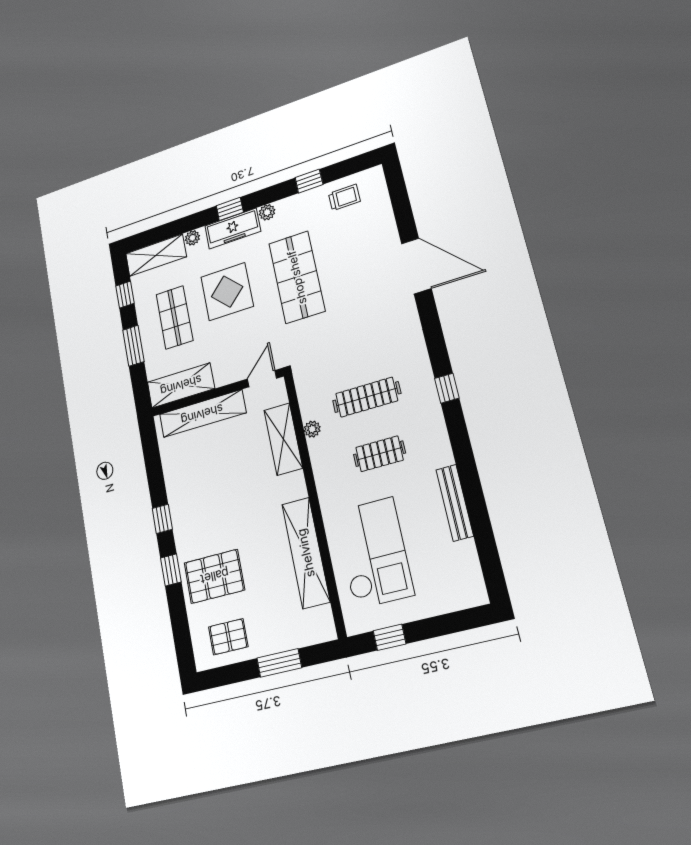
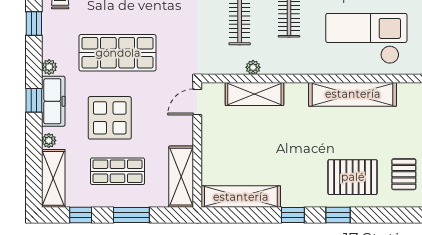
door: (262, 379) -> (197, 102), hinge flipped
shelving: (202, 414) -> (241, 197), moved, turned 90
pallet: (214, 576) -> (353, 177), turned 90

